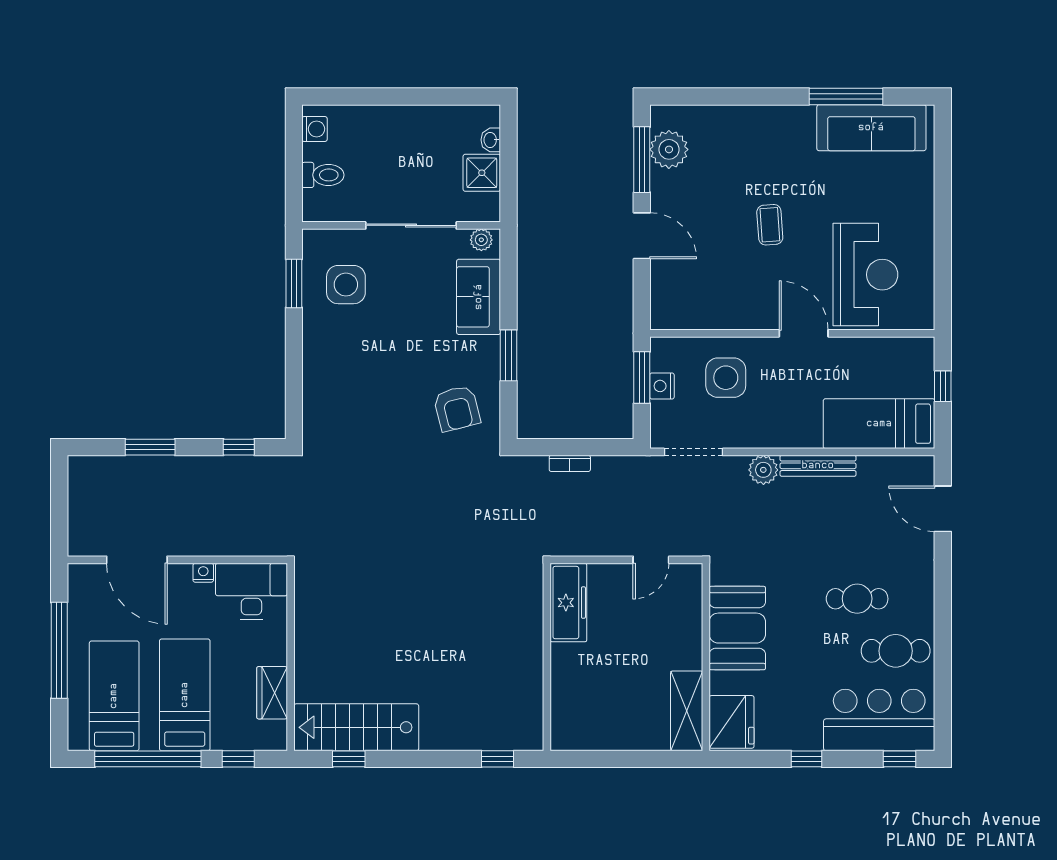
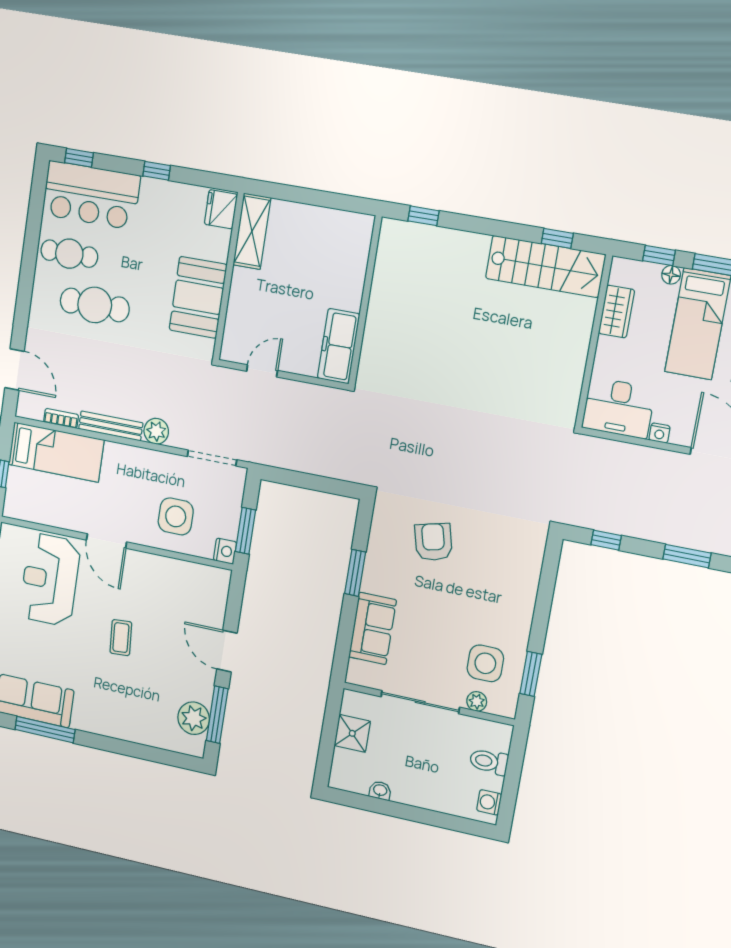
washbasin: (491, 140) -> (380, 791), moved, turned -90
plant: (481, 240) -> (477, 701), moved
nightstand: (662, 386) -> (225, 551), moved
armchair: (457, 408) -> (433, 542), moved
bookcase: (570, 463) -> (61, 418), moved
cafe table: (857, 599) -> (95, 305), width x1.37, depth x1.35
fridge: (732, 722) -> (221, 209), width x0.73, depth x0.75
floor lamp: (222, 741) -> (671, 275), added

